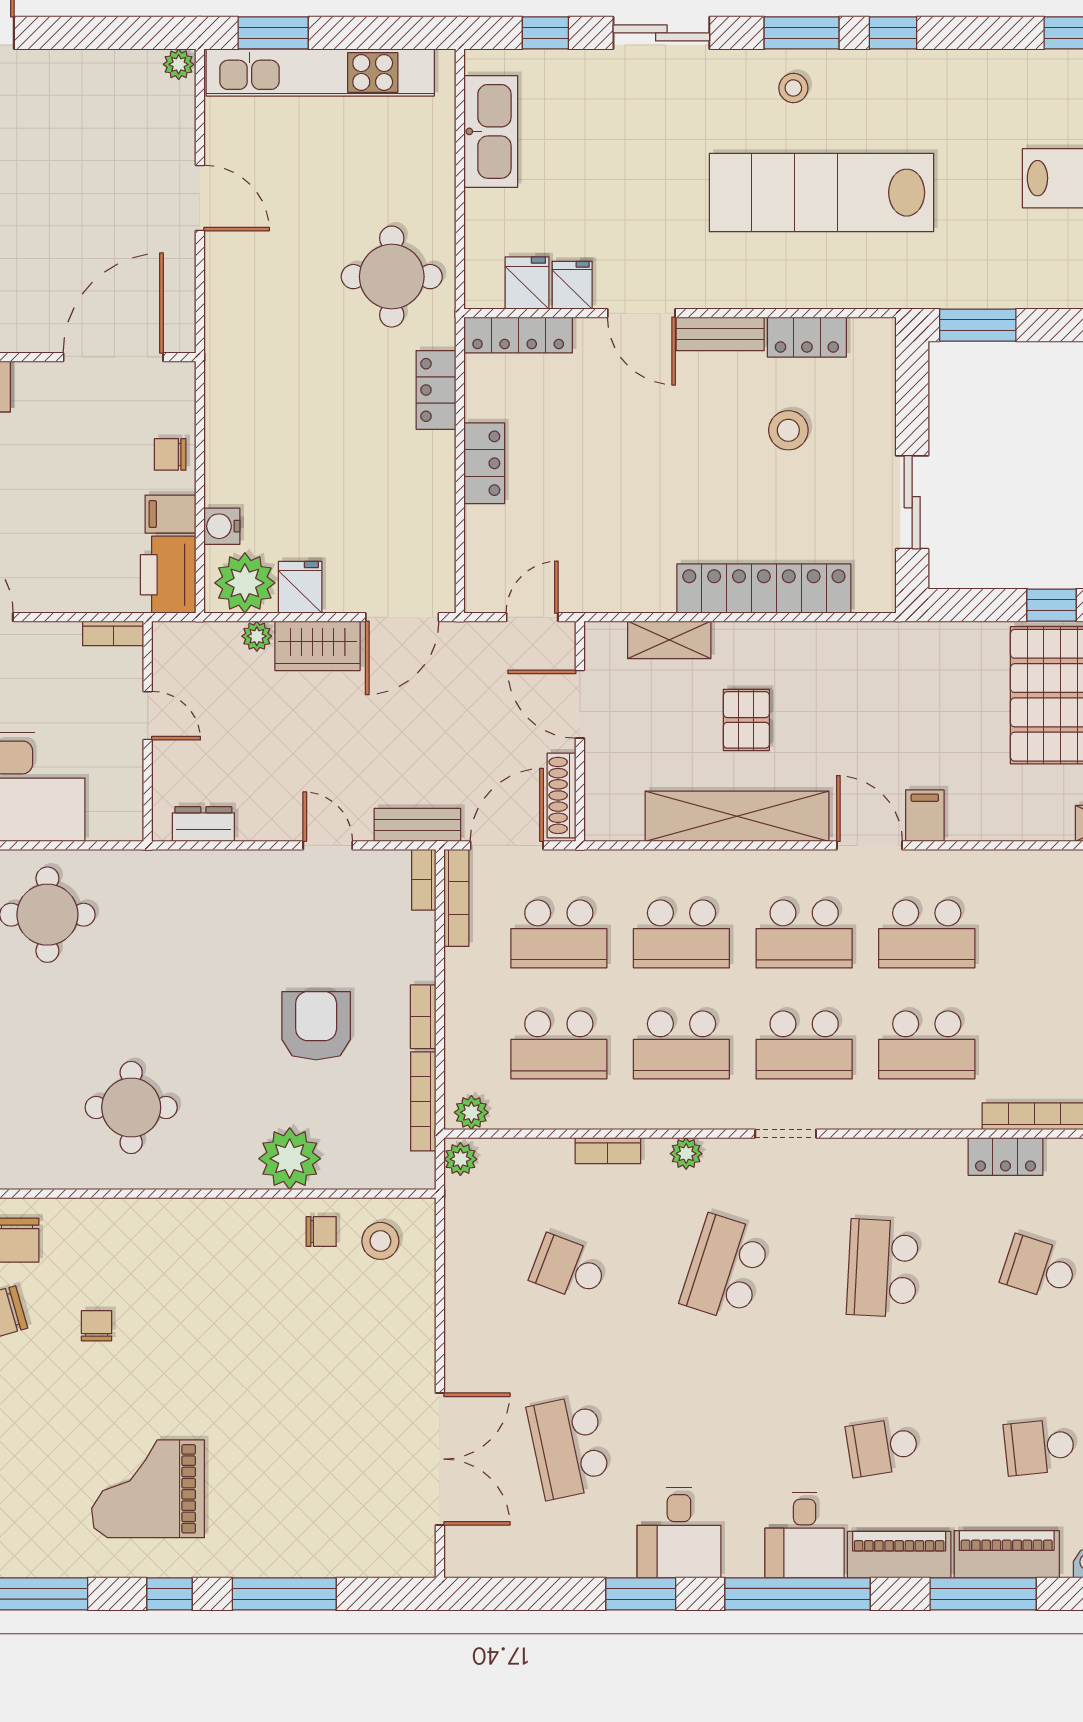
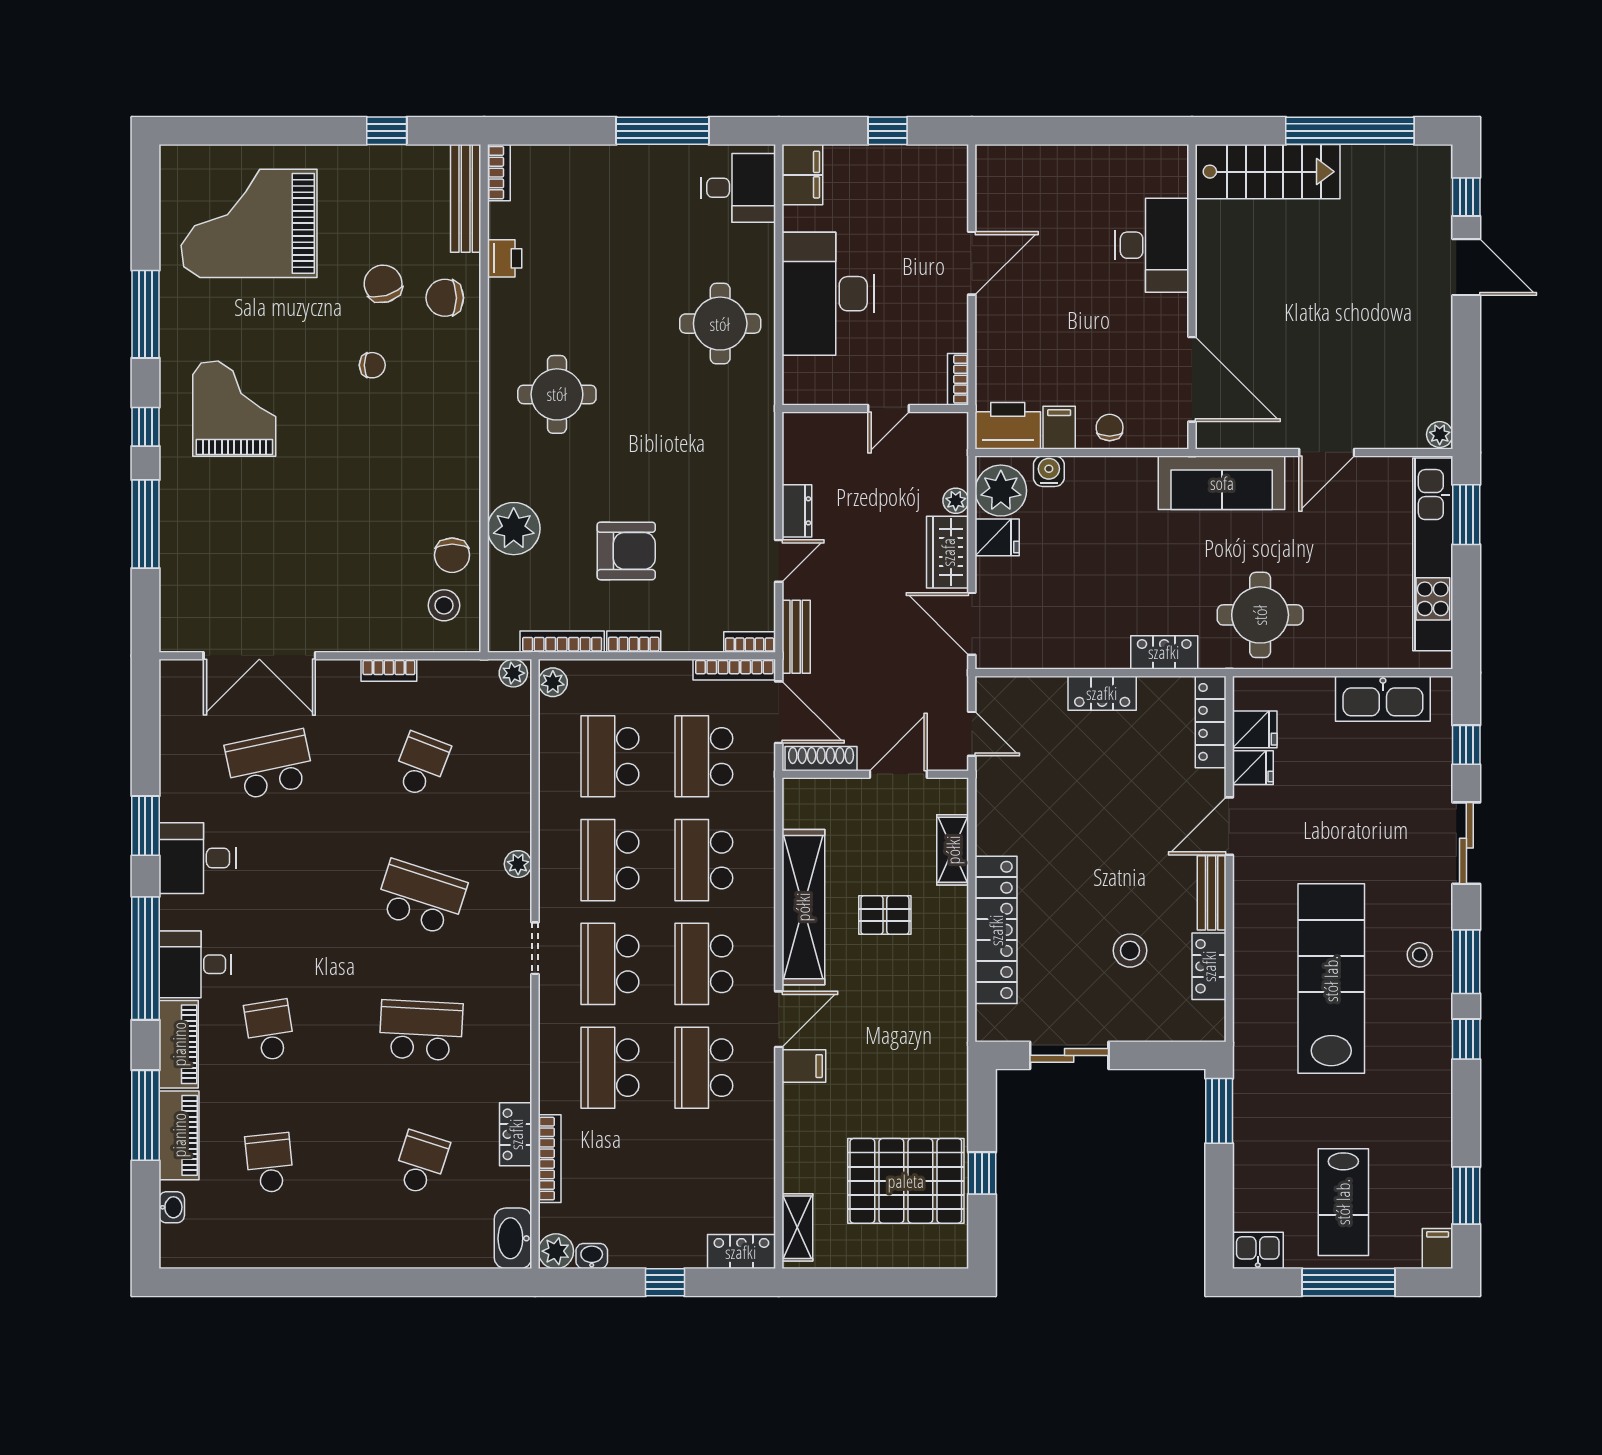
sofa: (235, 322) -> (1222, 483), added
dresser: (203, 824) -> (797, 511), moved
bookcase: (608, 1151) -> (389, 670), moved, turned -90
chair: (321, 1232) -> (452, 555), width x1.37, depth x1.37

